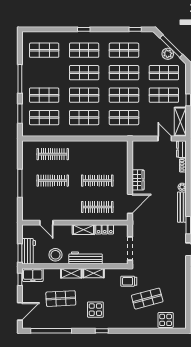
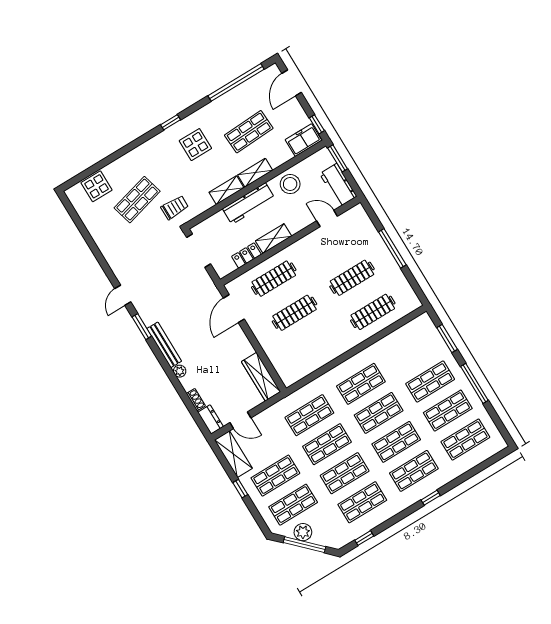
shop shelf: (44, 118) -> (448, 411), moved
wardrobe: (138, 180) -> (261, 377), moved, width x1.50
workbench: (29, 251) -> (338, 185), moved

